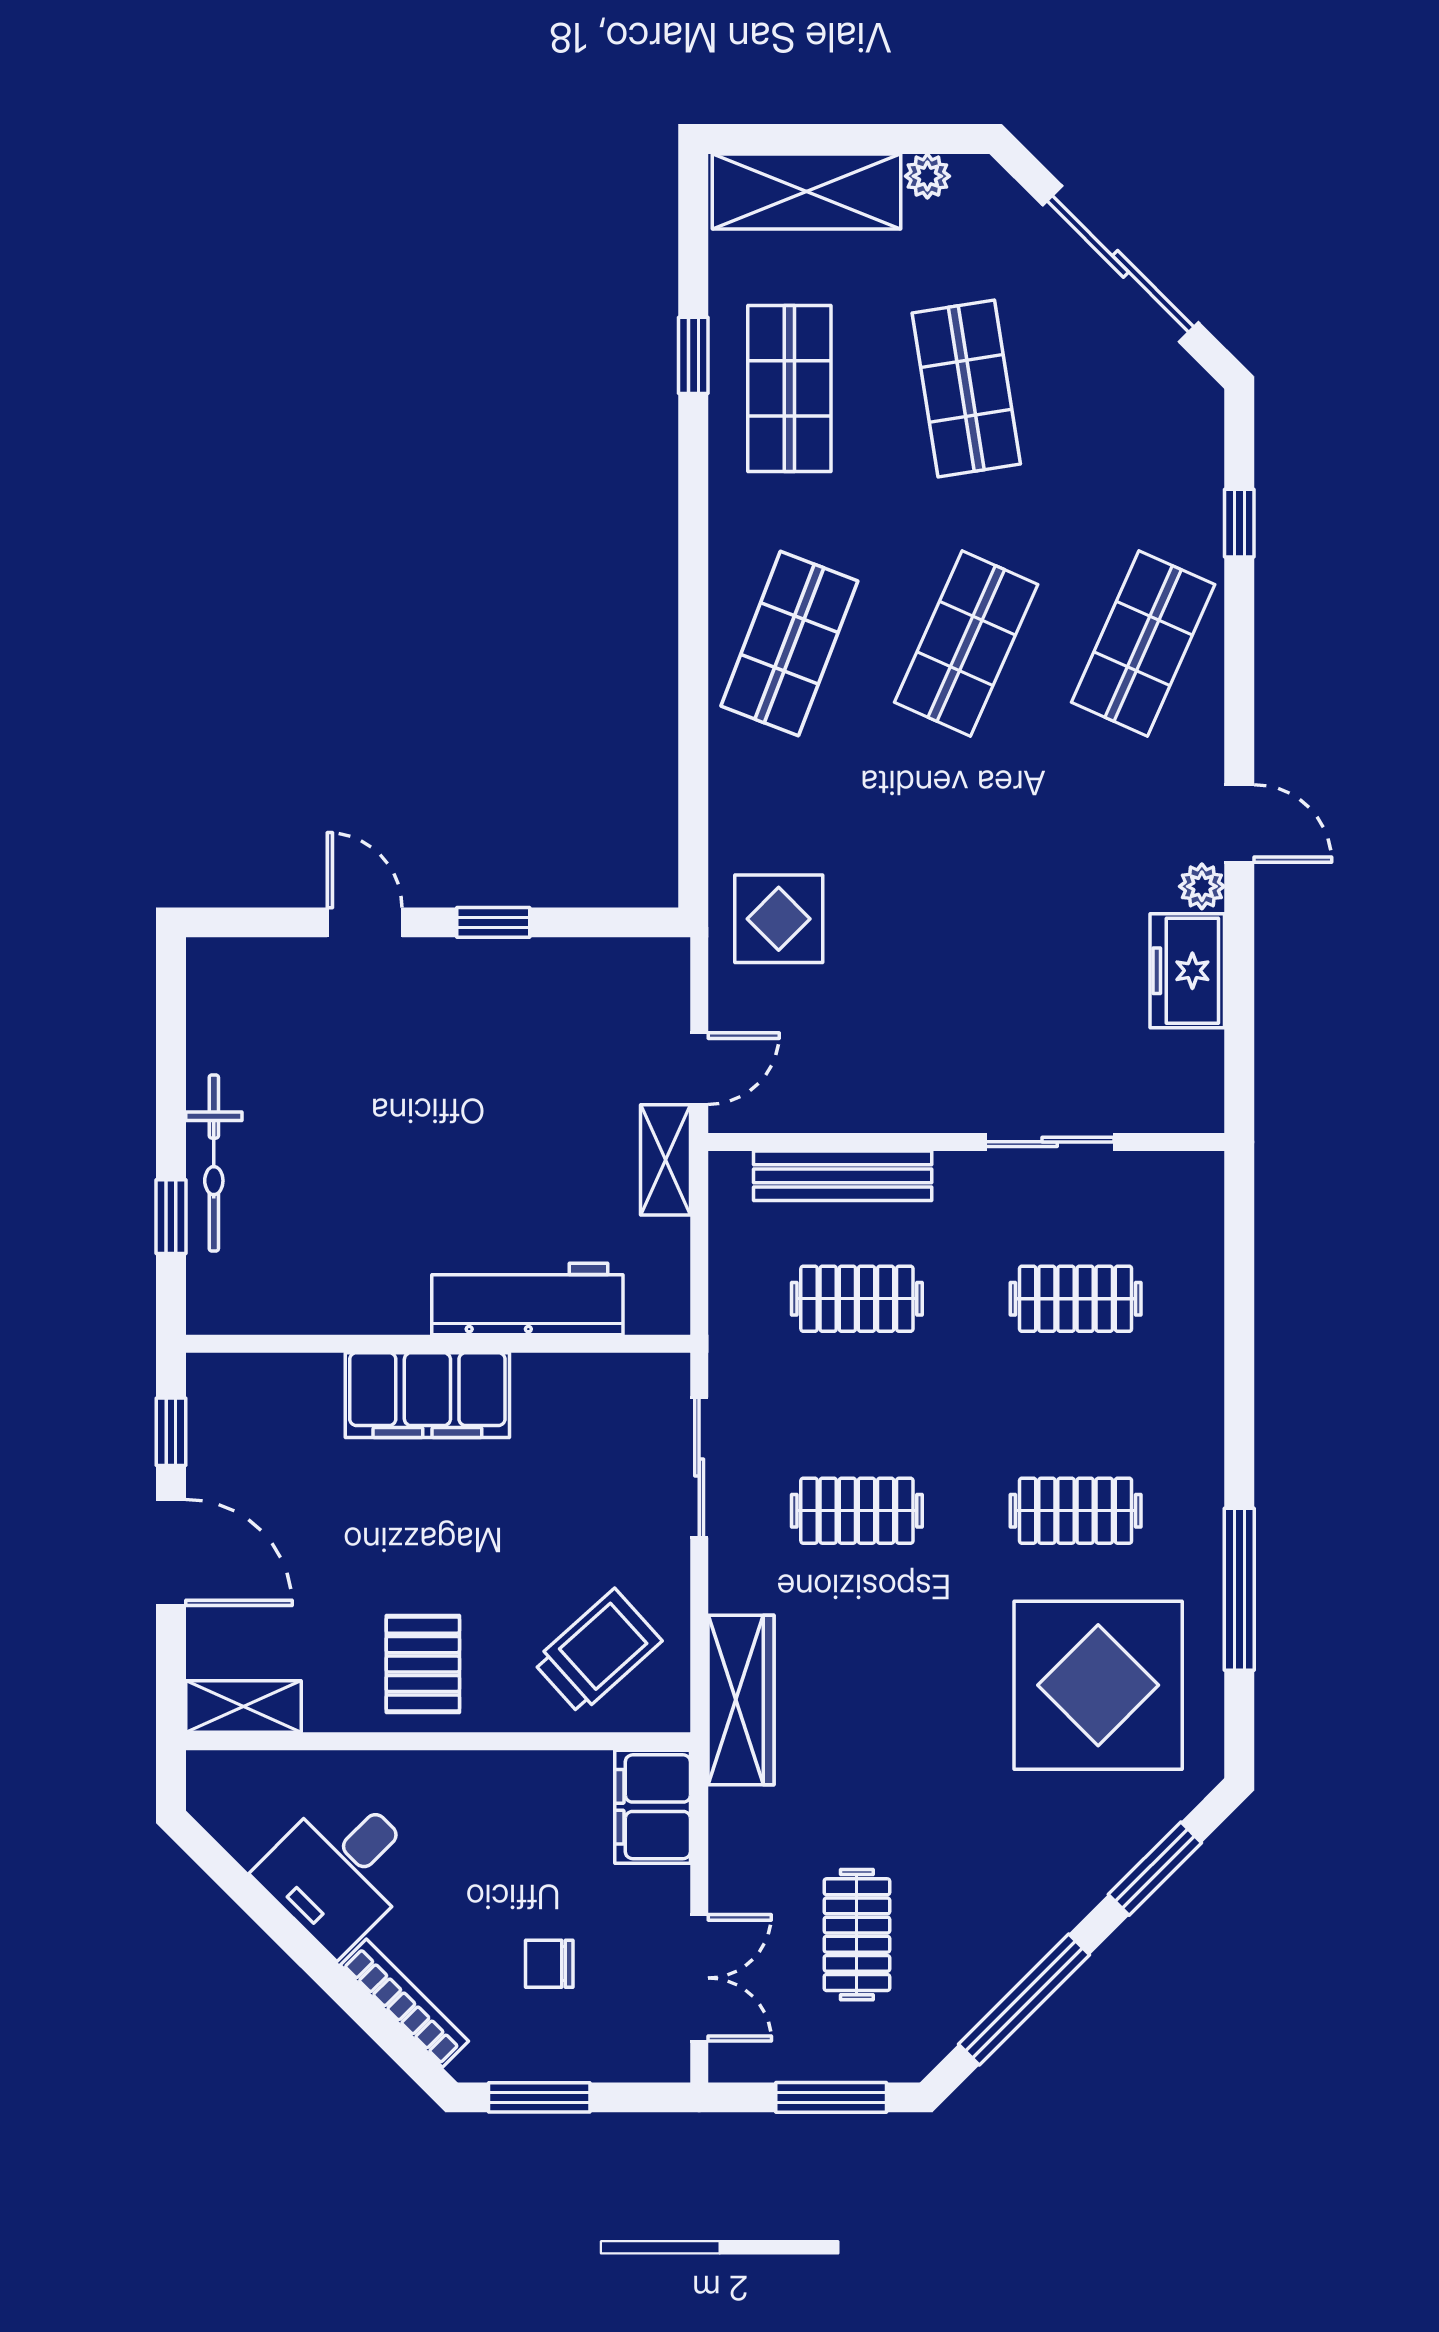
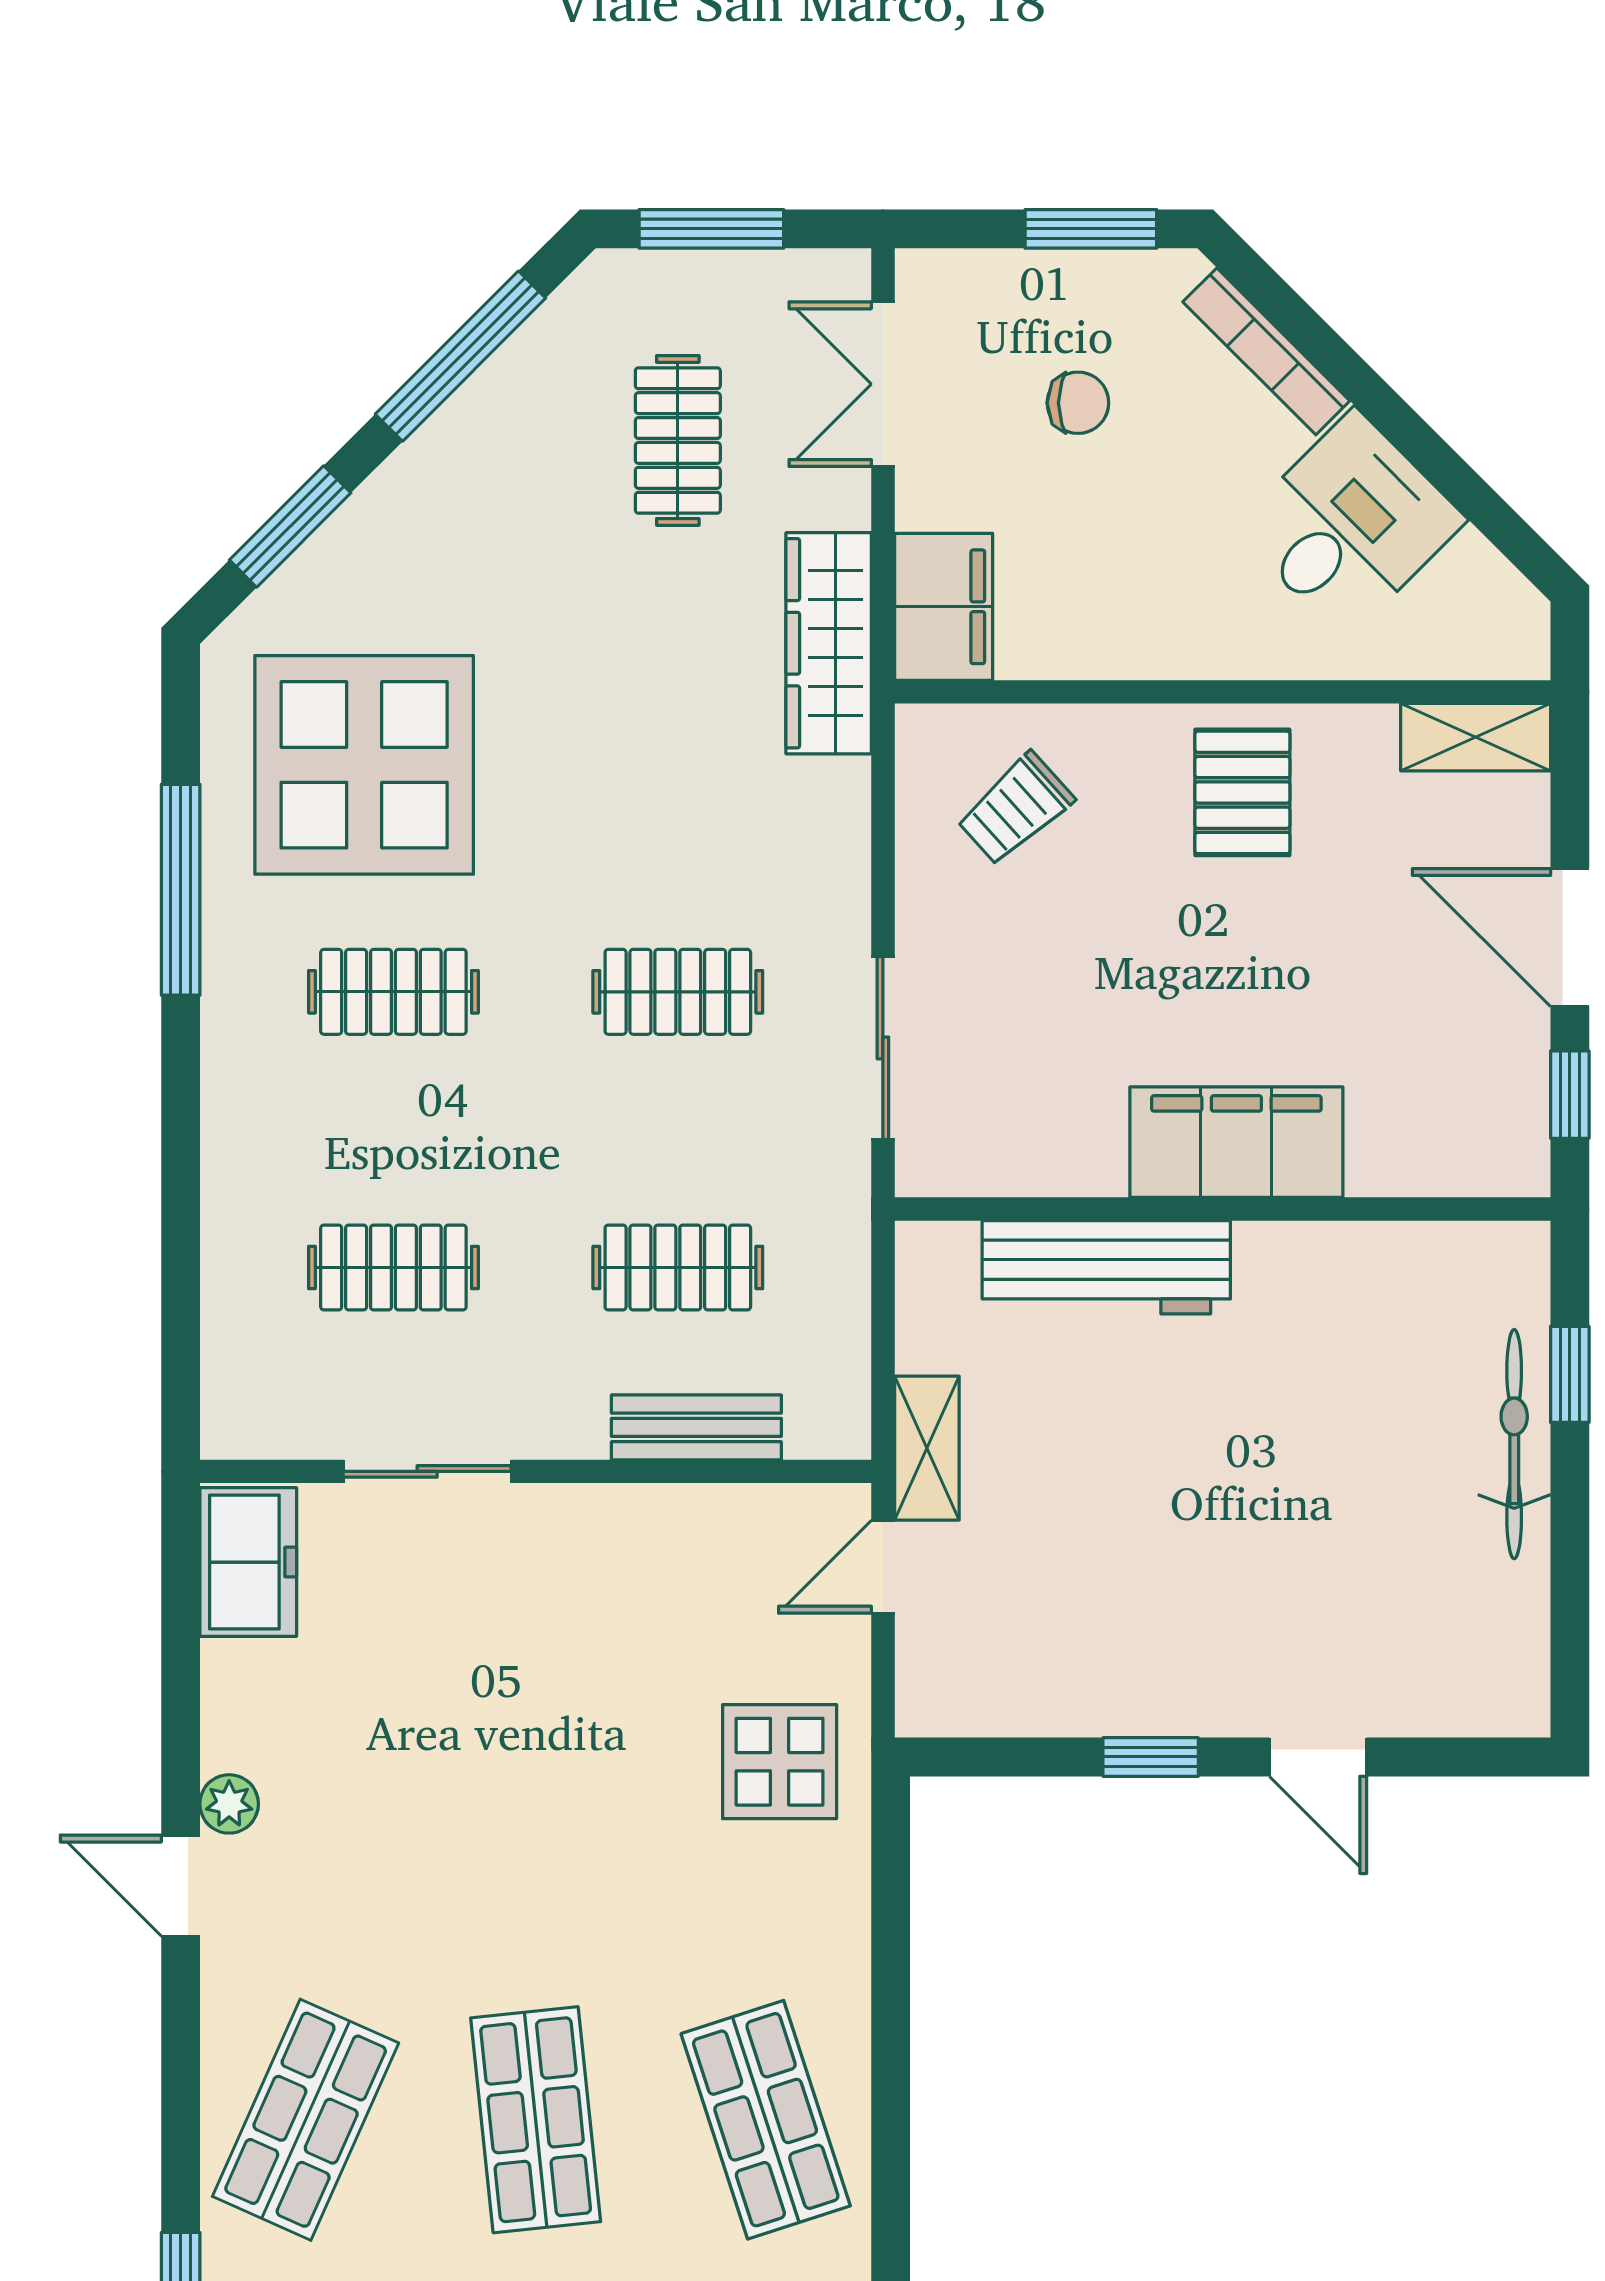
shop shelf: (789, 643) -> (766, 2120), turned -39
shop shelf: (966, 643) -> (536, 2120), turned -30
freezer: (1187, 971) -> (248, 1562), moved
bench: (843, 1176) -> (696, 1427), width x0.73
trolley: (597, 1651) -> (1015, 809), width x0.73, depth x0.72
wardrobe: (741, 1700) -> (829, 643), moved

